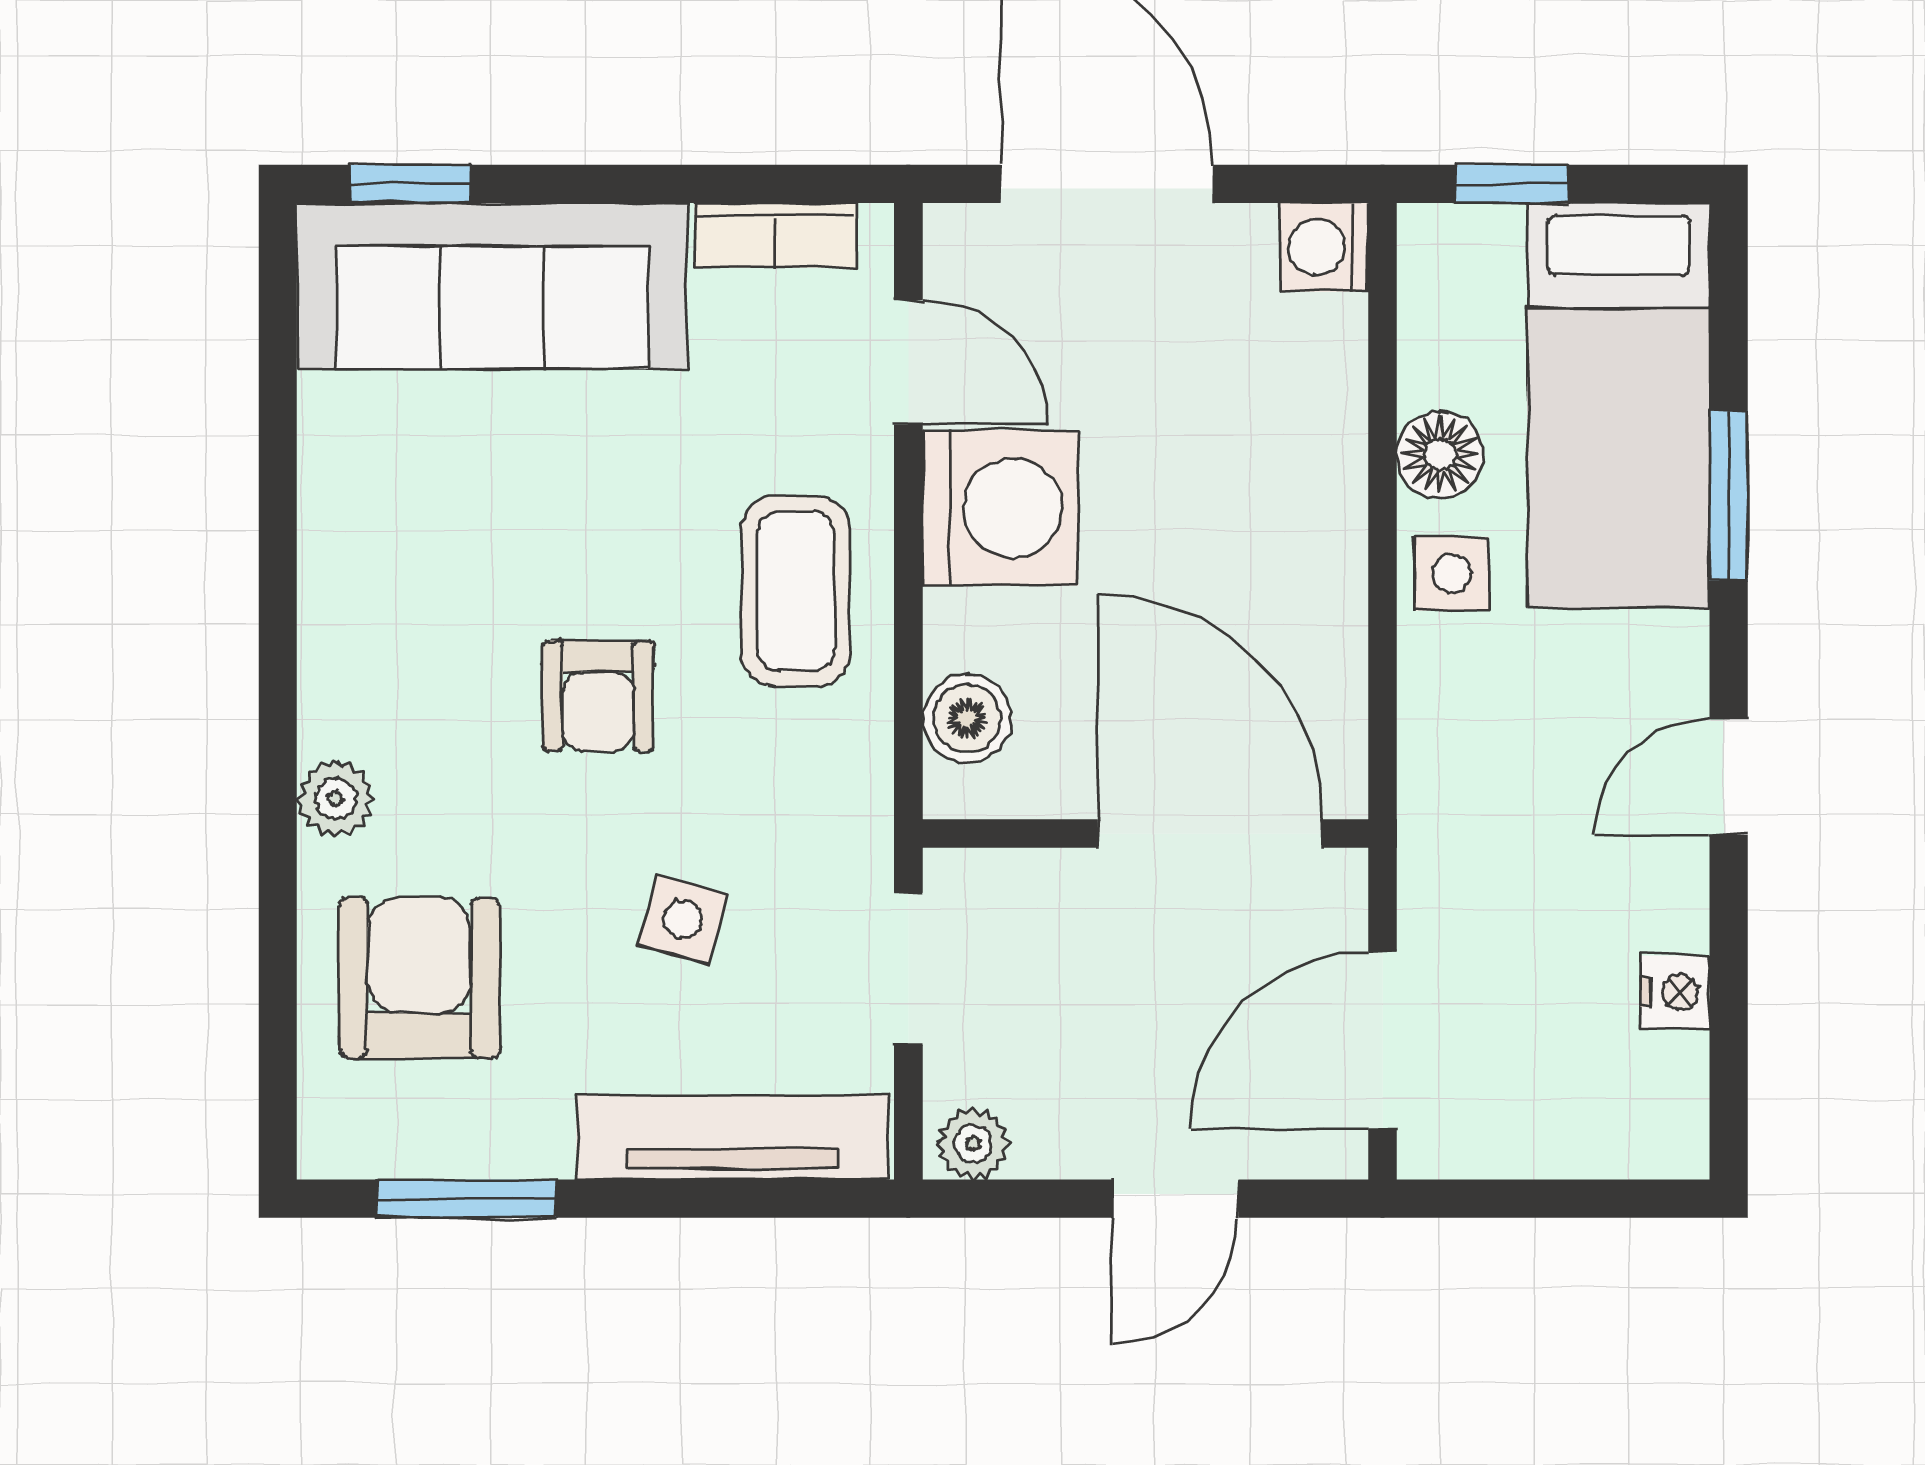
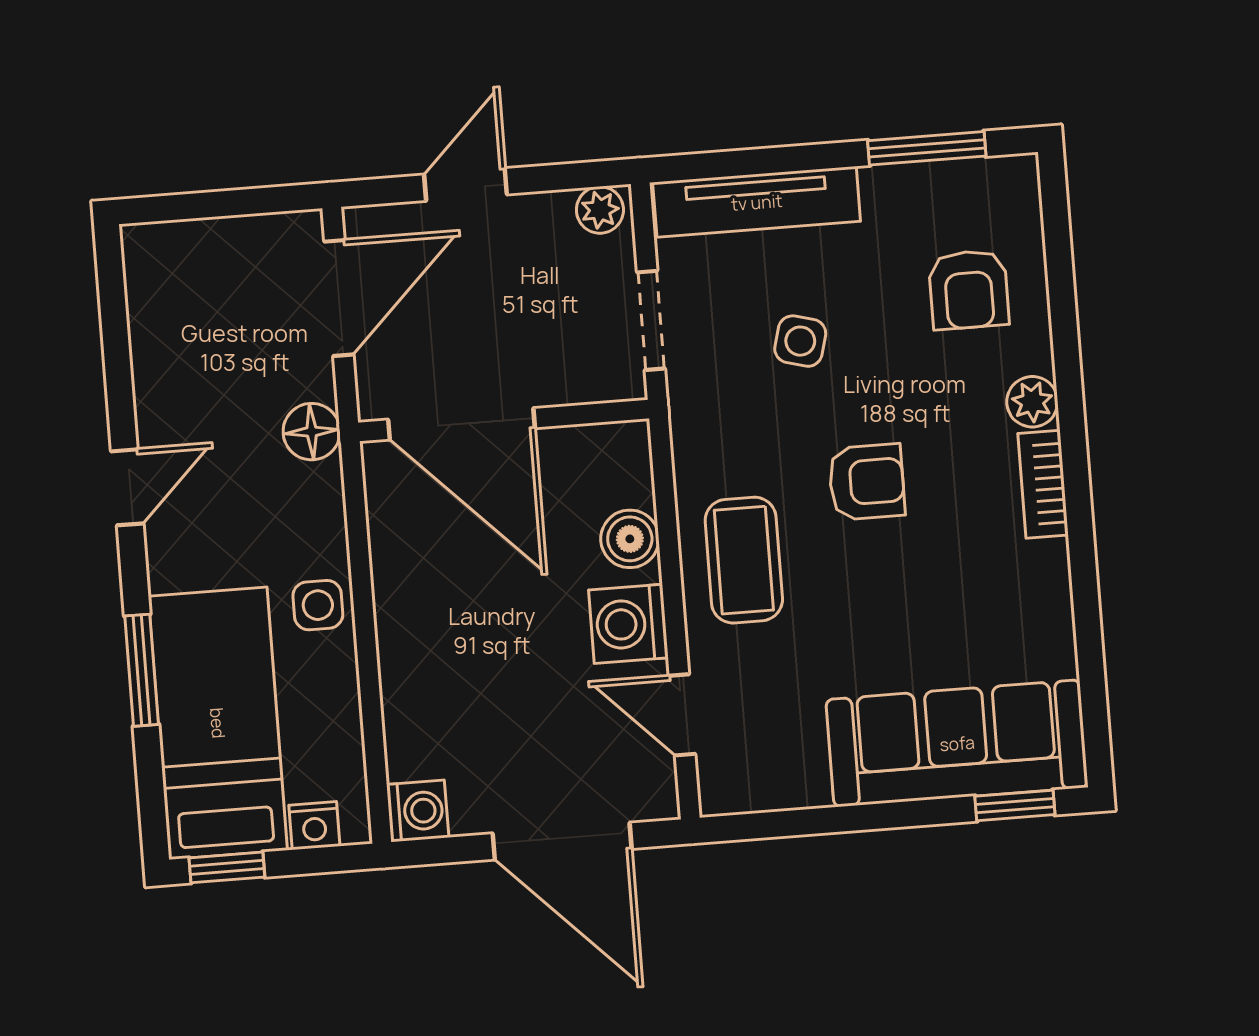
window: (1512, 184) -> (227, 867), moved
bookcase: (775, 235) -> (1043, 484), moved, turned -90
floor lamp: (1440, 455) -> (312, 432), moved
washing machine: (1000, 508) -> (628, 624), width x0.73, depth x0.73
armchair: (598, 696) -> (867, 482), turned 90
boiler: (967, 718) -> (630, 539), moved
armchair: (419, 978) -> (969, 290), width x0.72, depth x0.72
nightstand: (1675, 992) -> (314, 826), moved, turned -90

